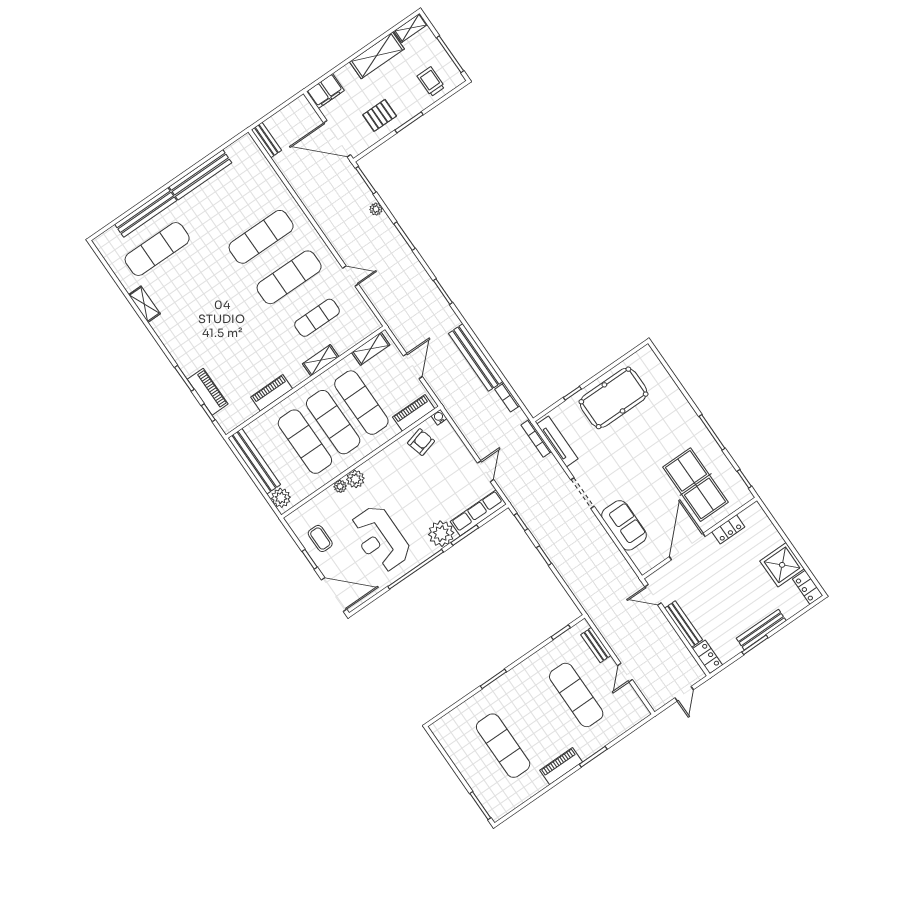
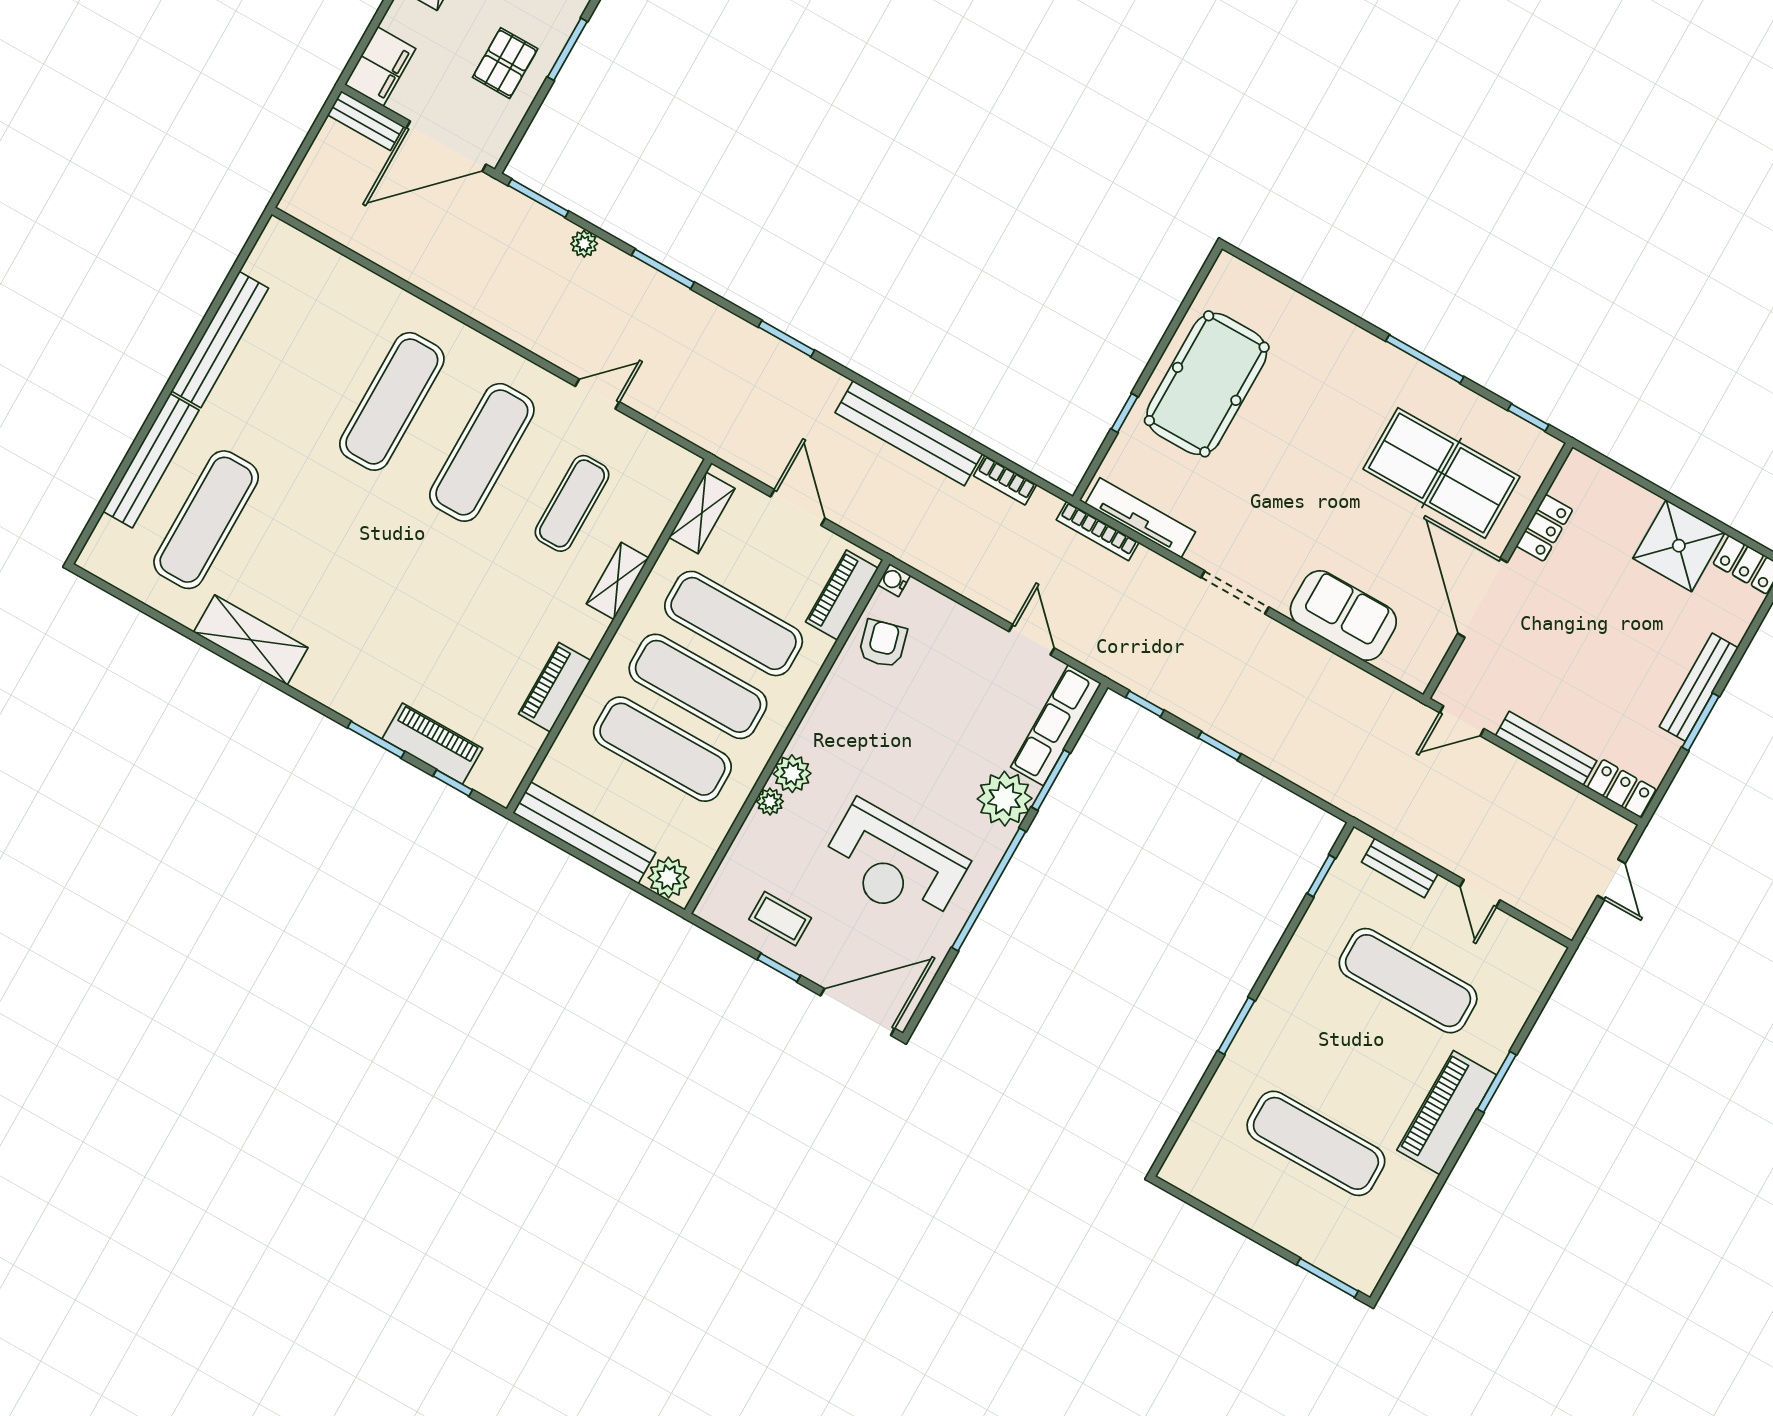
bench: (266, 140) -> (366, 121), moved
shelving: (144, 304) -> (251, 640), width x1.50, depth x1.33
piano: (561, 766) -> (1447, 1113), width x1.37, depth x1.33

